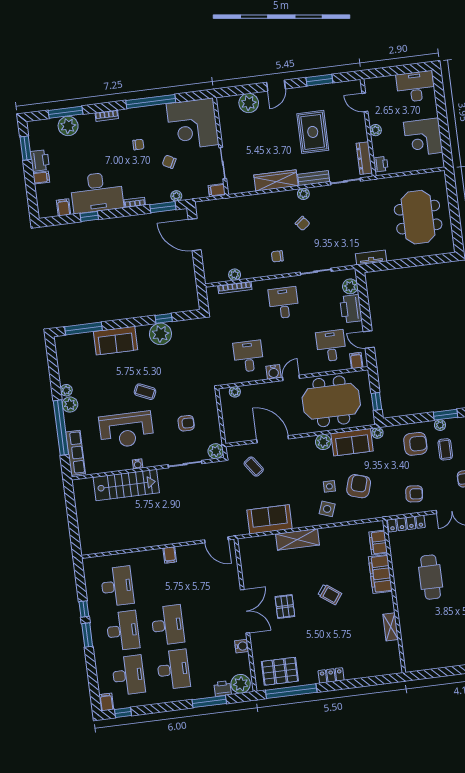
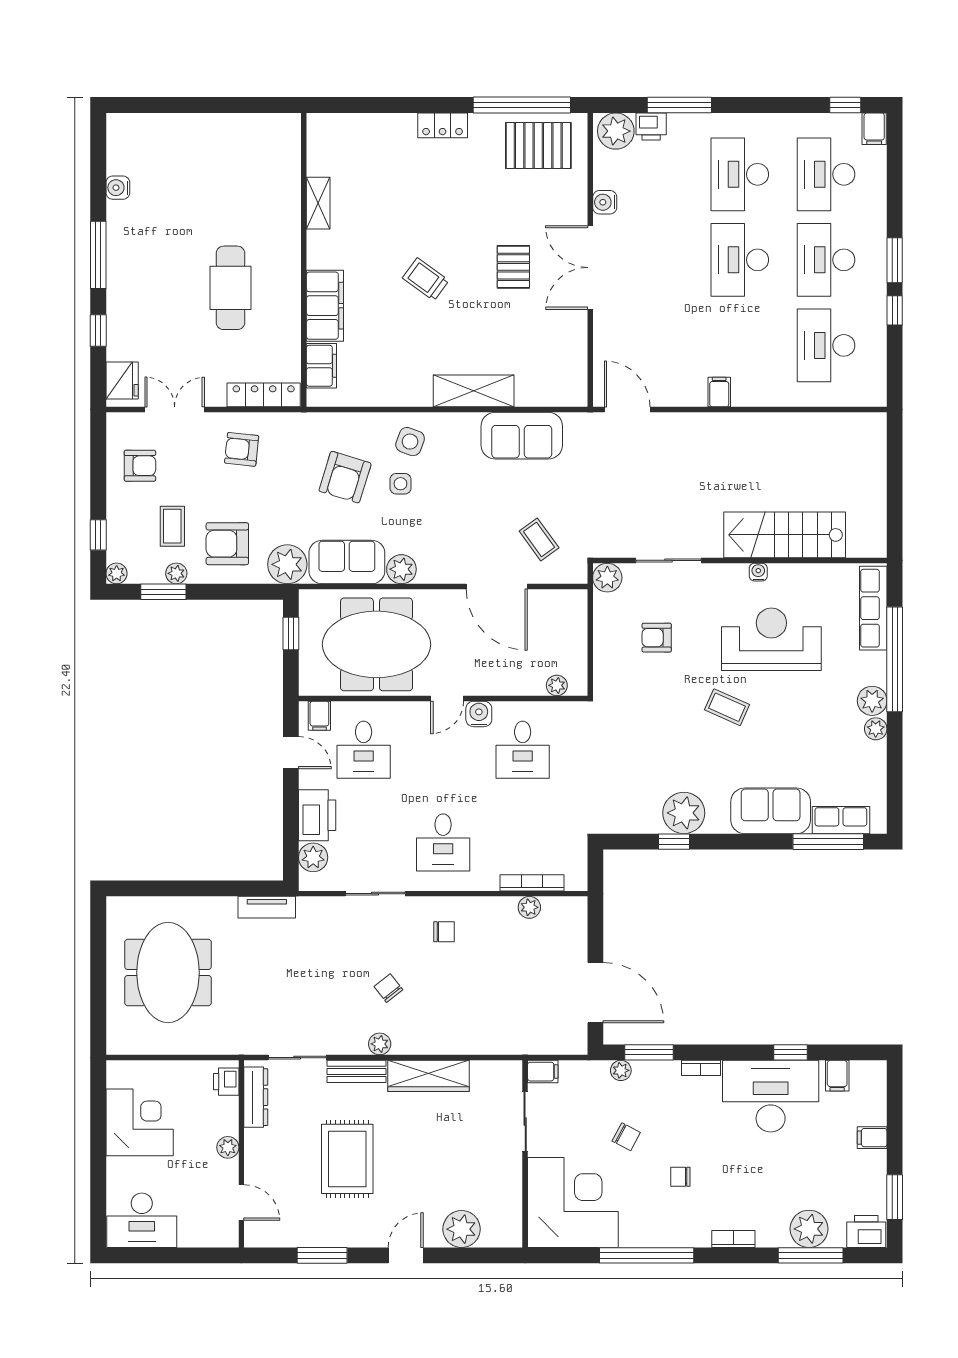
printer: (40, 161) -> (866, 1232), moved, turned 90
row of seats: (78, 340) -> (841, 820), added
plant: (378, 433) -> (287, 564), width x1.87, depth x1.87

